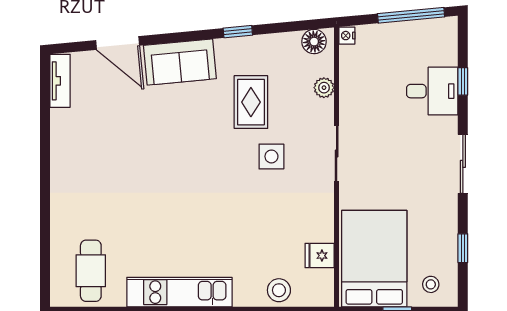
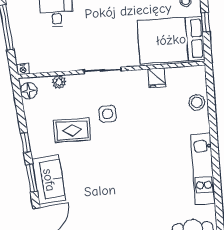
window: (184, 37) -> (32, 178), added
fridge: (320, 256) -> (157, 78), moved

